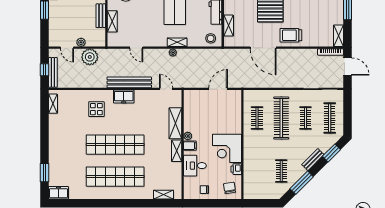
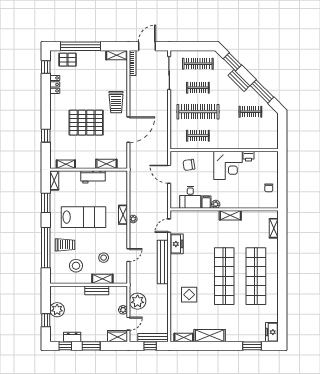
wardrobe: (54, 37) -> (117, 336), added
stool: (211, 38) -> (104, 258), moved
freezer: (124, 97) -> (177, 244), moved
shelving: (175, 123) -> (210, 336), moved
filing cabinet: (190, 146) -> (206, 202), moved
desk: (195, 166) -> (190, 197), moved
chair: (230, 188) -> (189, 165), moved

